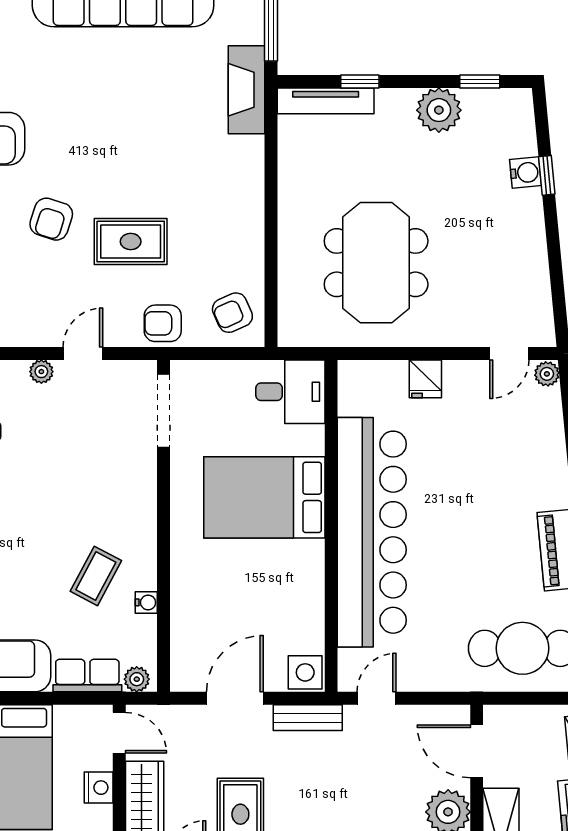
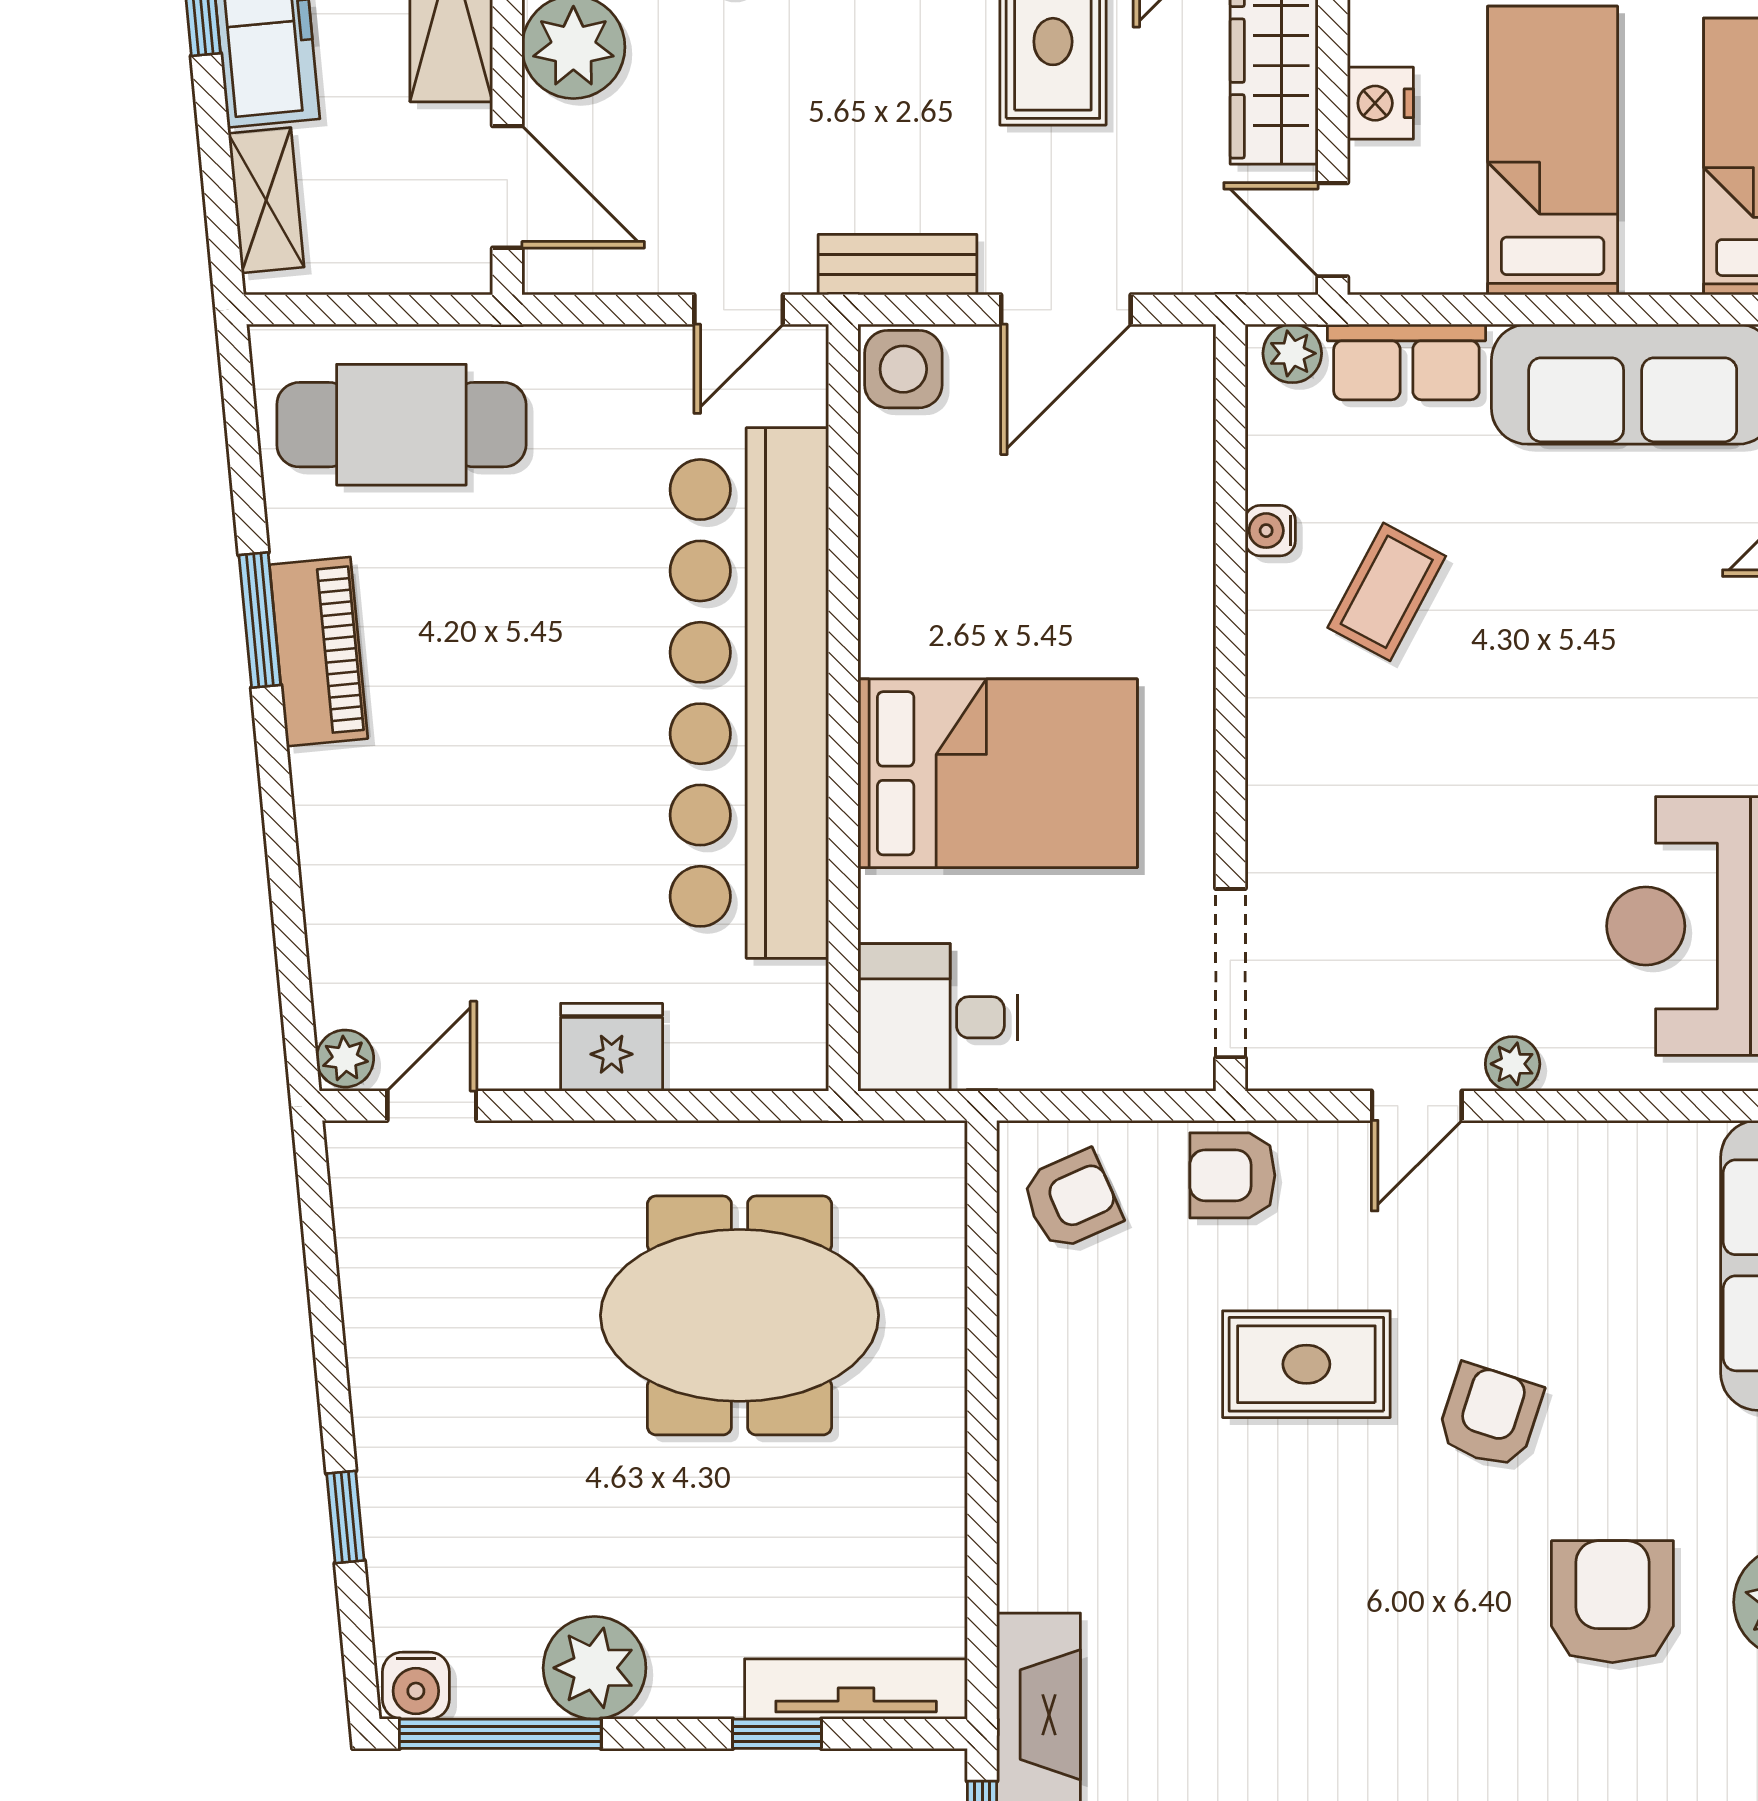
window: (480, 81) -> (500, 1734), width x2.17
water cooler: (526, 173) -> (416, 1686), moved, turned -85
meeting table: (376, 263) -> (740, 1315), turned 90
armchair: (163, 323) -> (1232, 1175), turned 180
fridge: (425, 379) -> (612, 1047), width x1.38

